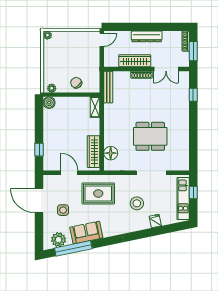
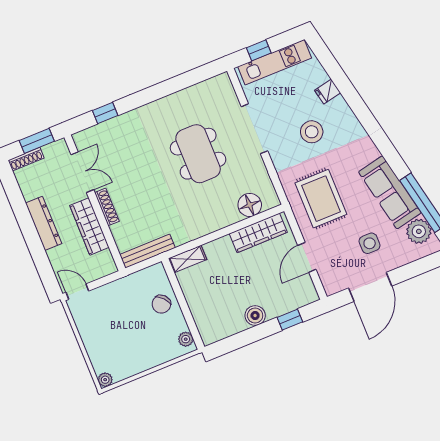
boiler: (49, 103) -> (255, 316), moved
sofa: (86, 232) -> (390, 192), width x1.36

